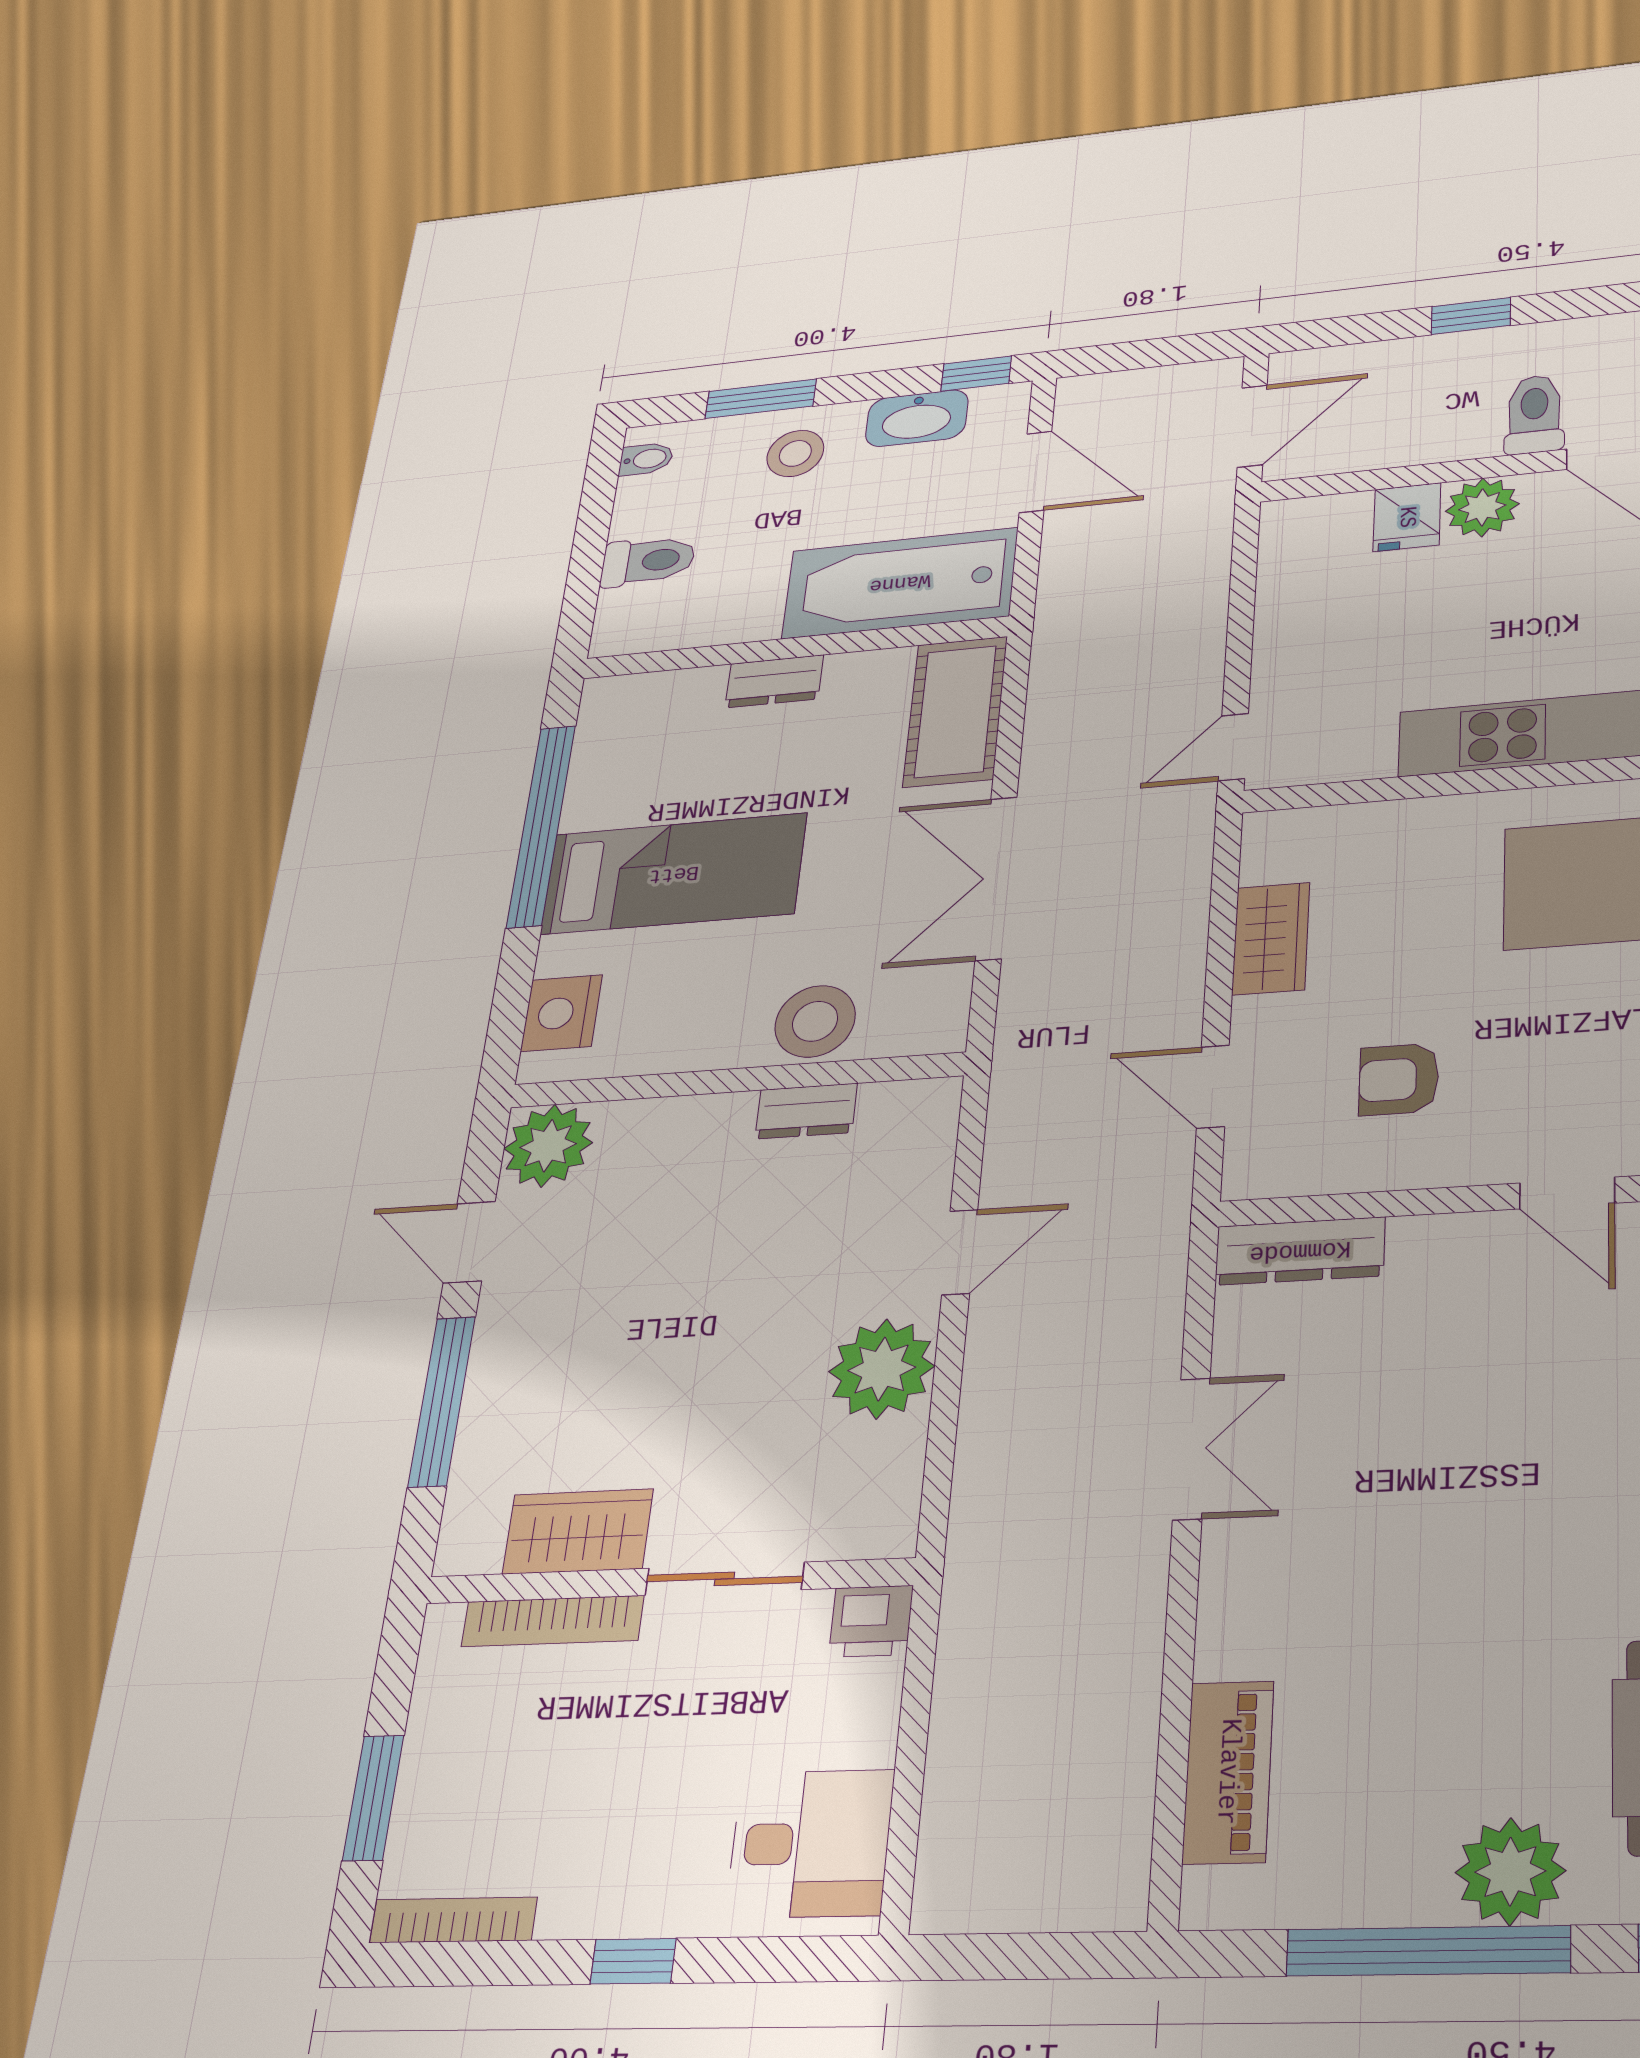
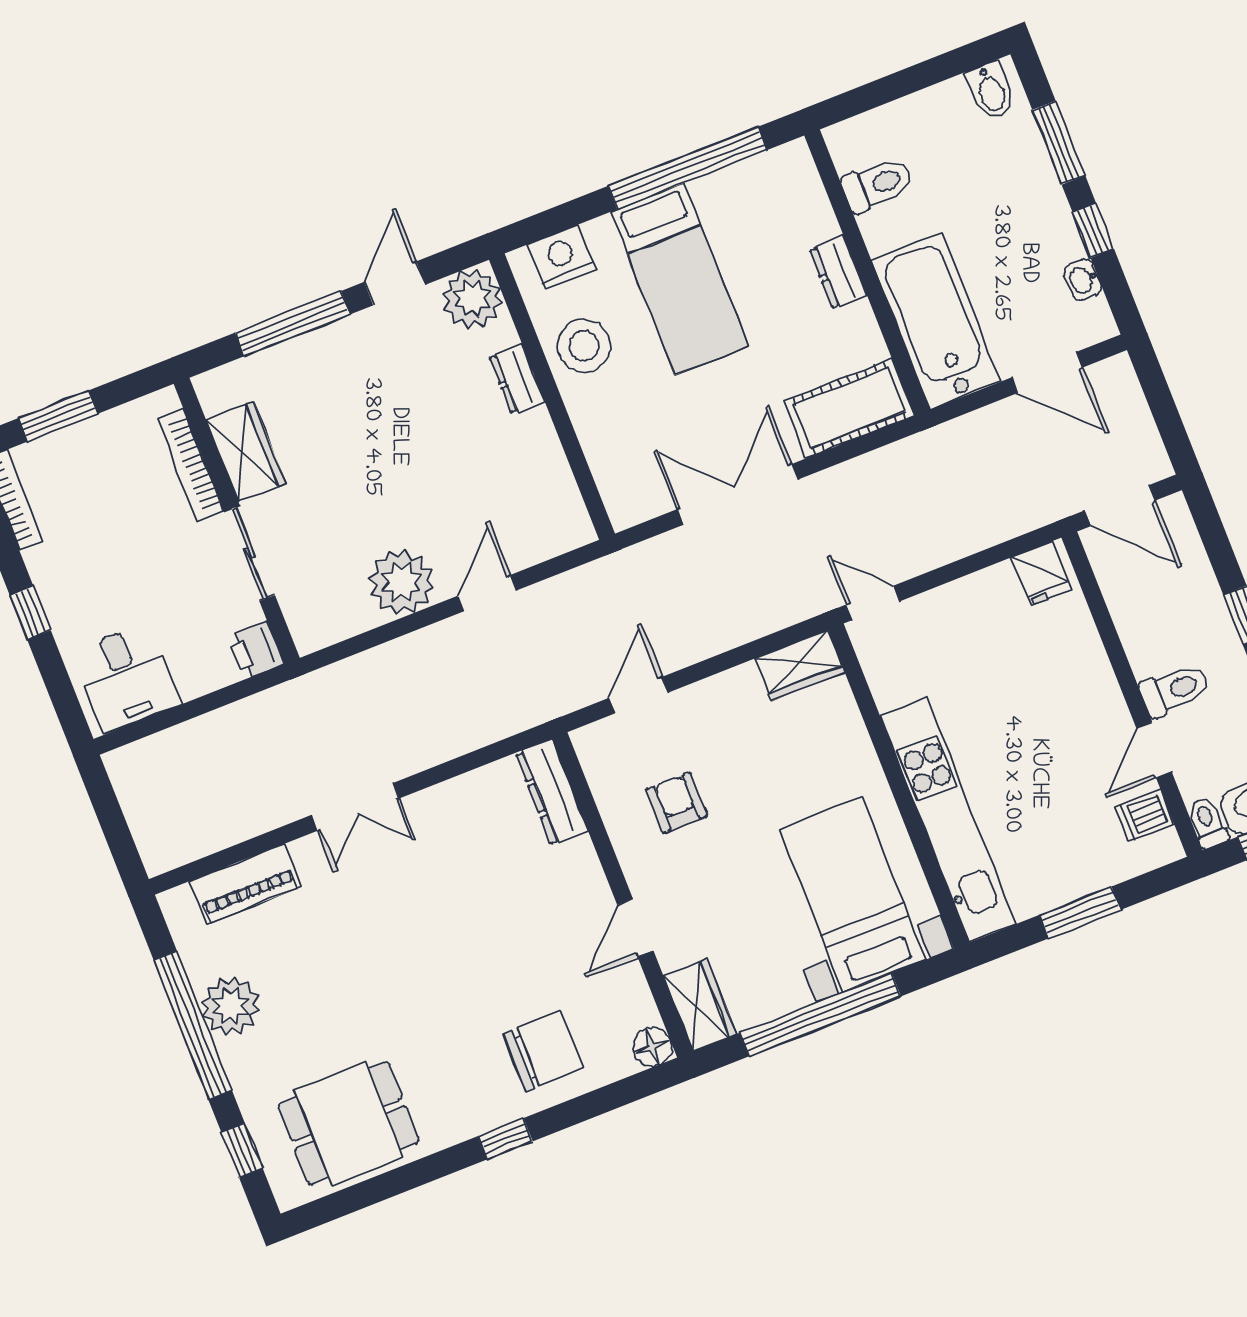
window: (976, 374) -> (1093, 230), moved
washbasin: (917, 418) -> (1083, 280), width x0.52, depth x0.69
stool: (795, 453) -> (1020, 192), removed
bidet: (646, 459) -> (991, 90), width x1.38, depth x1.36
door: (1035, 472) -> (1047, 372), hinge flipped
plant: (1482, 507) -> (1093, 686), removed
fridge: (1407, 517) -> (1042, 573), moved, turned -90
toilet: (648, 561) -> (878, 185), moved, turned -90
wardrobe: (1271, 939) -> (800, 665), moved
stool: (815, 1021) -> (584, 346), moved
dresser: (806, 1111) -> (517, 379), moved
door: (960, 1252) -> (487, 593), swing flipped
double door: (1191, 1449) -> (355, 807), moved
plant: (1510, 1872) -> (230, 1006), moved

